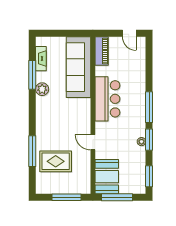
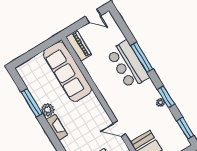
fireplace: (41, 59) -> (57, 127), moved
bar counter: (107, 99) -> (128, 65), moved, turned 180
window: (149, 107) -> (142, 57), moved

